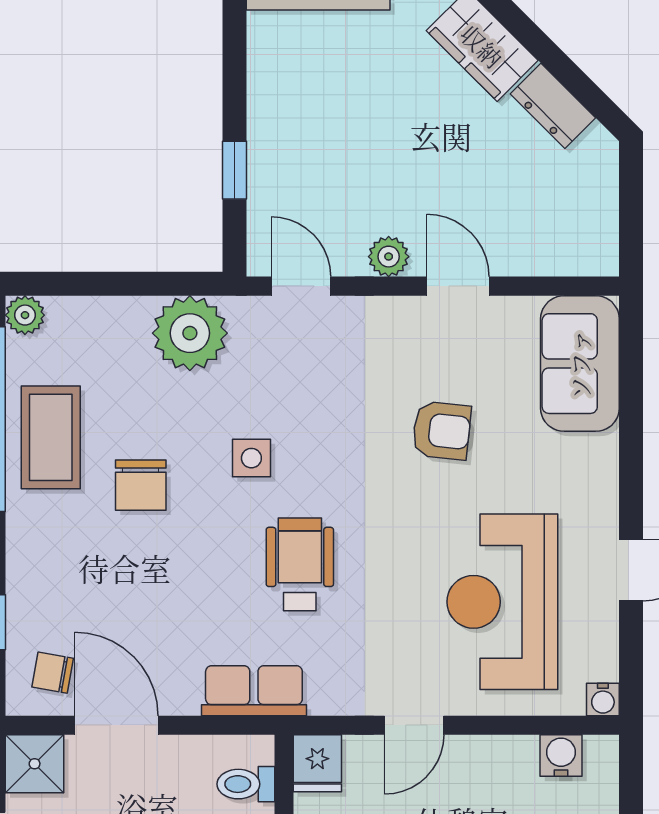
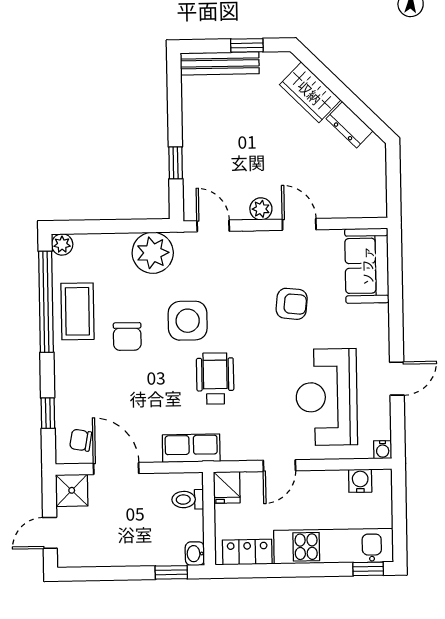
side table: (251, 458) -> (188, 321), width x1.87, depth x1.87

